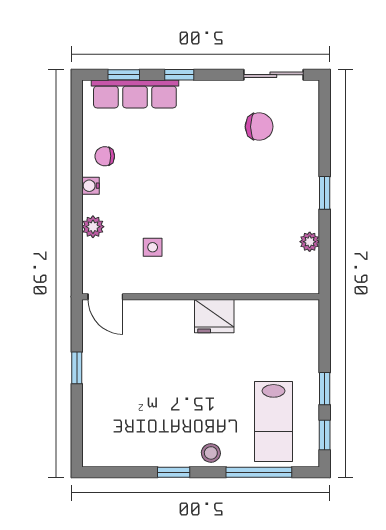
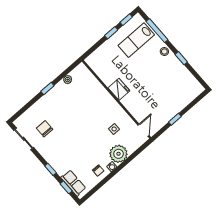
row of seats: (135, 94) -> (73, 183), width x0.68
plant: (93, 227) -> (119, 154), width x1.88, depth x1.88
lab bench: (274, 421) -> (136, 40), turned 180

